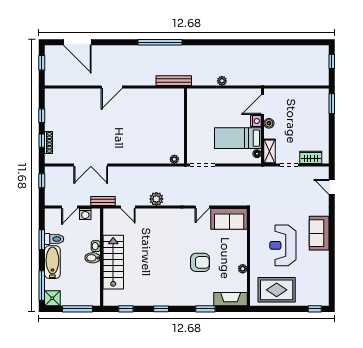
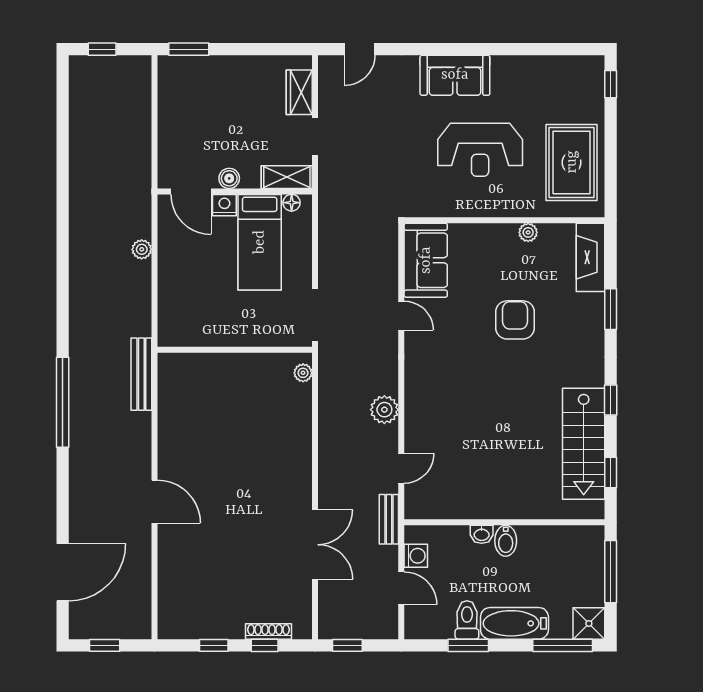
plant: (222, 81) -> (142, 249), moved
stairs: (113, 262) -> (584, 444), moved, turned -90

